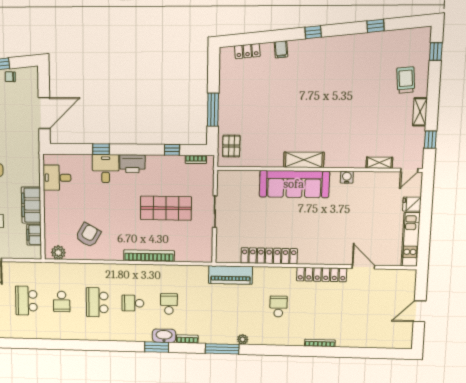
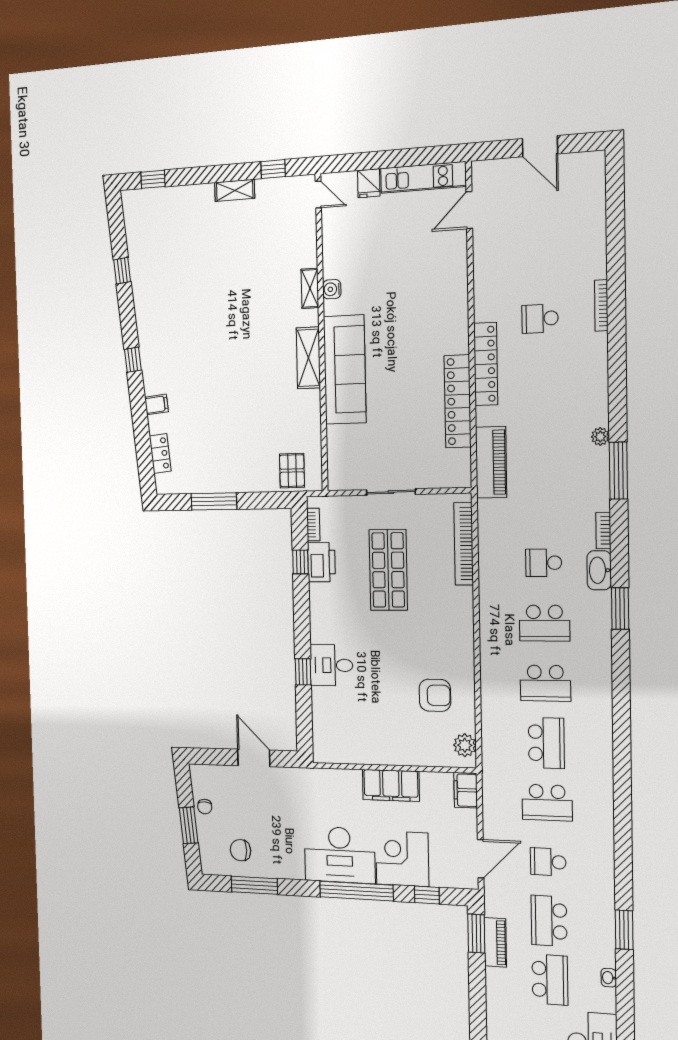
trolley: (406, 80) -> (192, 218), removed
window: (213, 110) -> (214, 501), moved
door: (44, 113) -> (254, 758), width x0.73
pallet: (231, 146) -> (292, 471), turned 90
shelving: (379, 163) -> (310, 288), moved
printer: (132, 164) -> (321, 562), moved
desk: (57, 178) -> (348, 742), removed
filing cabinet: (34, 235) -> (466, 790), moved, turned 90
armchair: (88, 235) -> (435, 695), turned 150
bookcase: (149, 256) -> (464, 544), moved
door: (363, 267) -> (469, 210), moved
locker: (322, 275) -> (486, 364), moved
school desk: (62, 301) -> (546, 743), width x1.85
school desk: (133, 303) -> (545, 623), width x1.85
school desk: (278, 307) -> (540, 319), moved
window: (157, 347) -> (620, 608), moved

